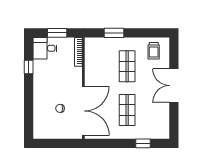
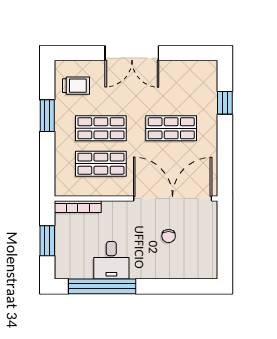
window: (114, 33) -> (47, 116), moved
desk: (45, 48) -> (111, 260), moved
shop shelf: (105, 66) -> (101, 164), added
window: (29, 67) -> (102, 286), width x3.17

